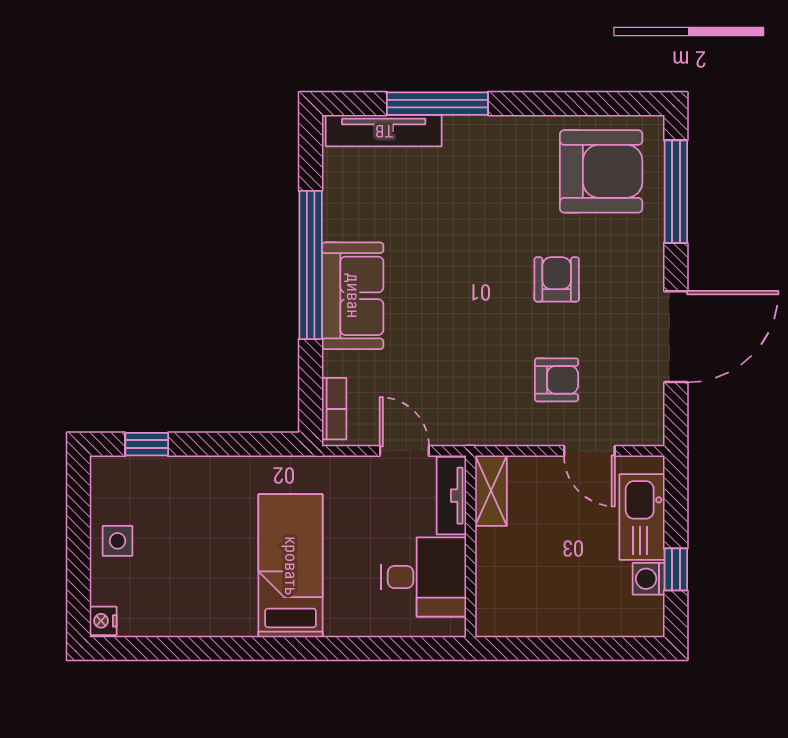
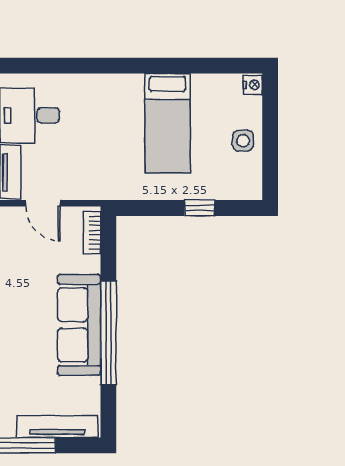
sofa: (353, 296) -> (79, 325), width x1.36
window: (147, 444) -> (200, 208), moved
bed: (291, 566) -> (167, 123), moved

